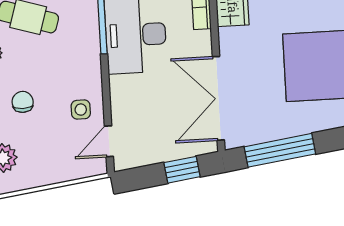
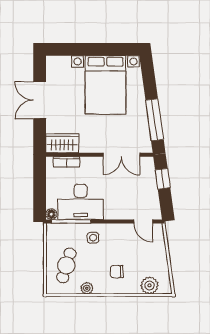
double door: (218, 98) -> (121, 155), width x0.73
side table: (81, 110) -> (93, 238), moved

